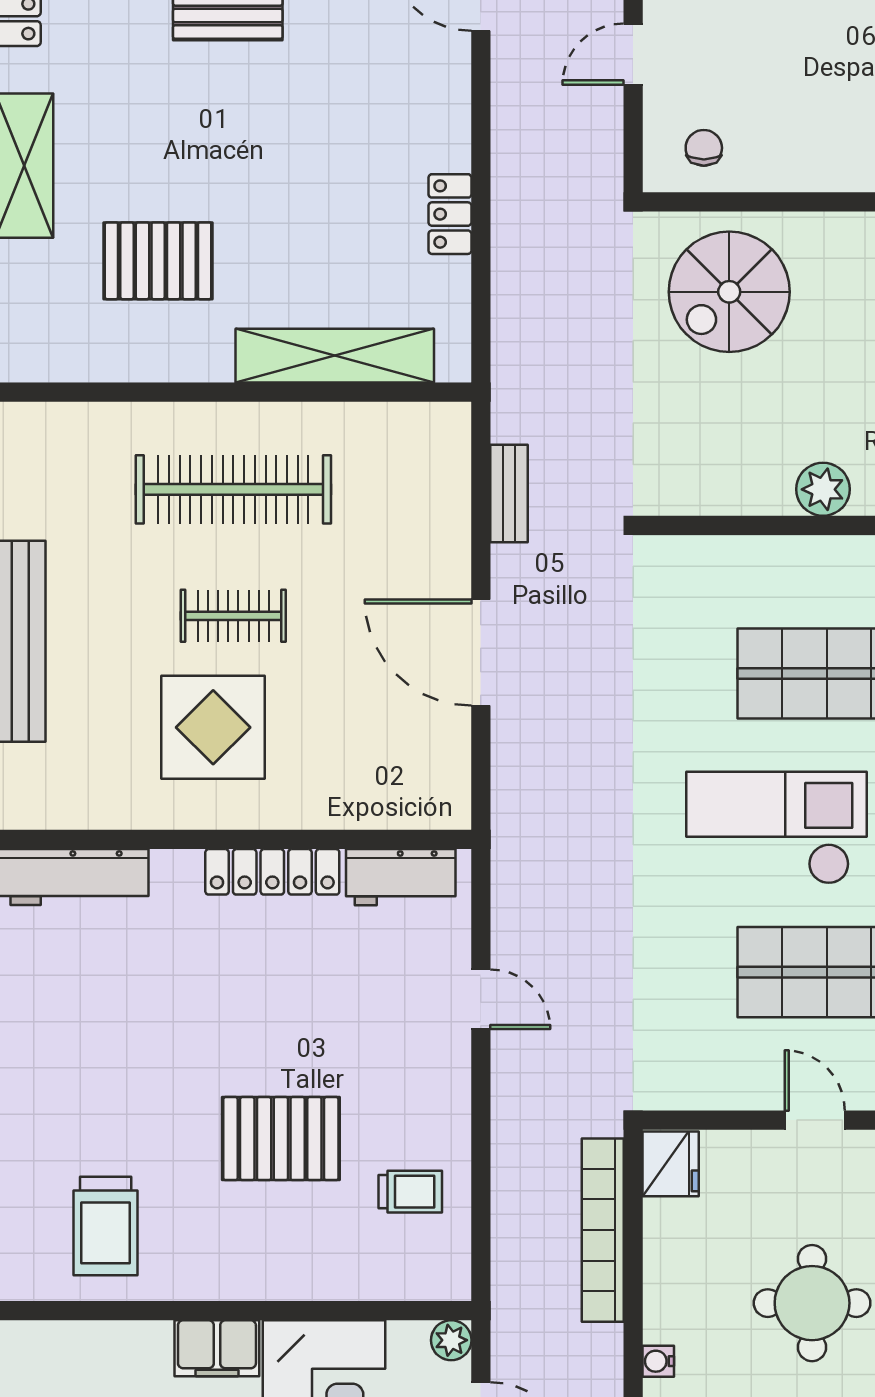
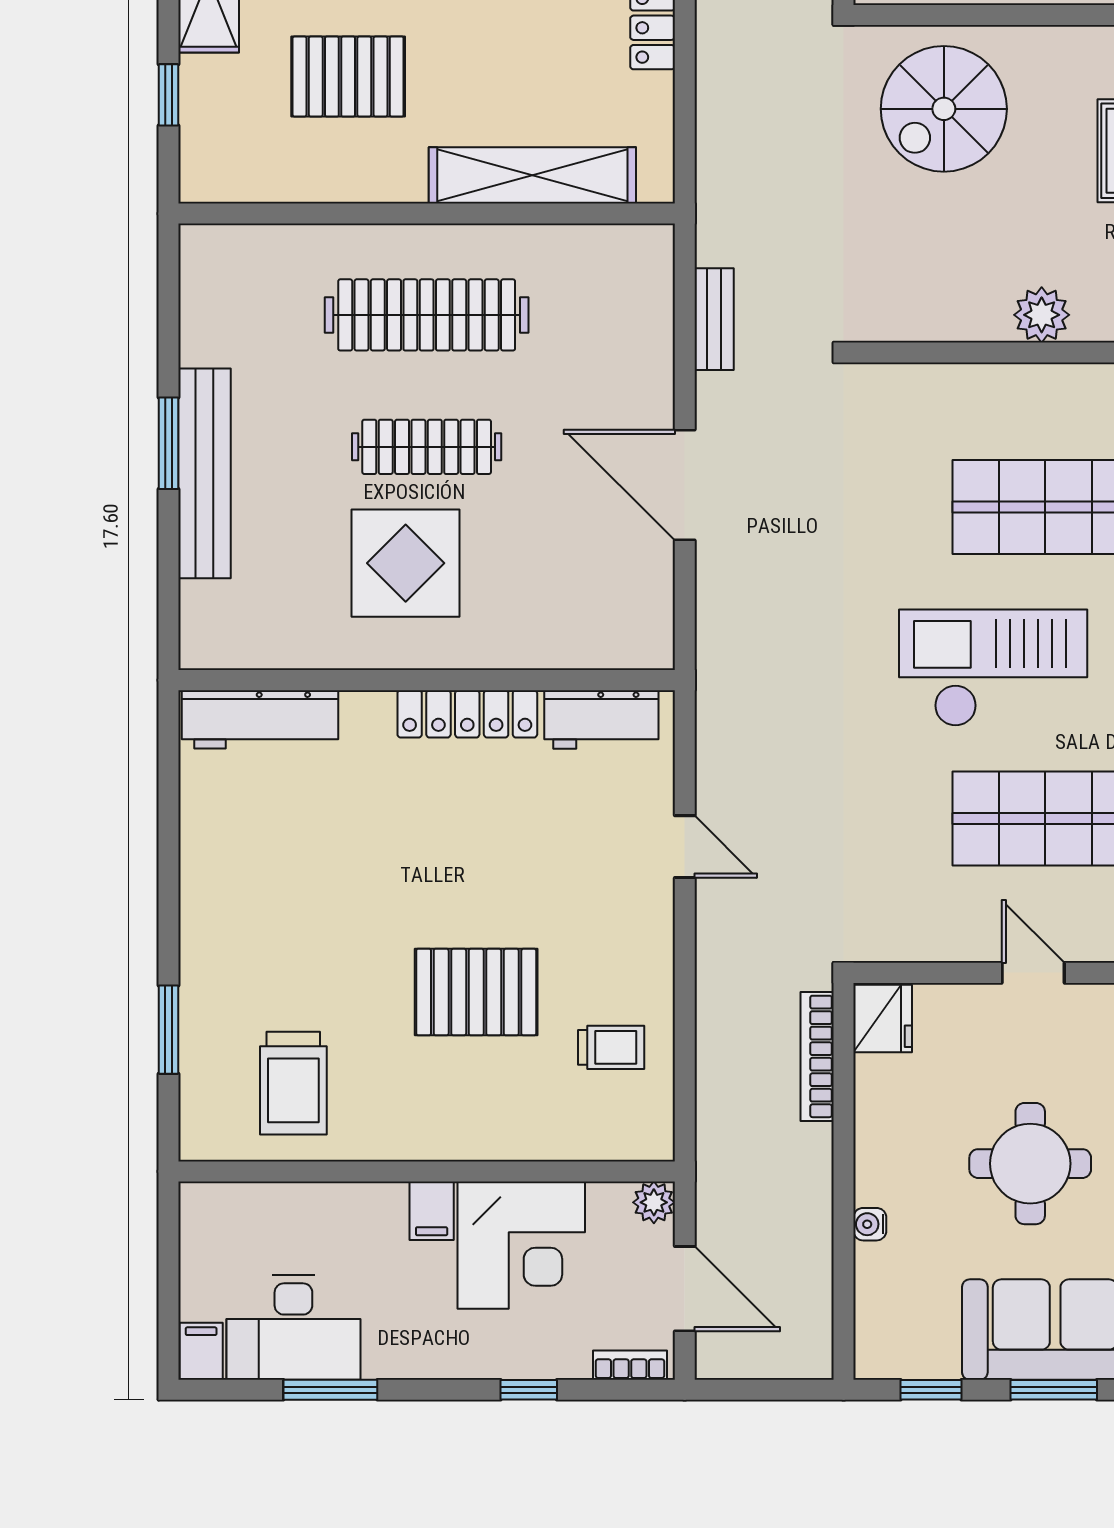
clothes rail: (233, 616) -> (427, 447), width x1.36
bookcase: (603, 1230) -> (817, 1056), width x0.68, depth x0.76
filing cabinet: (217, 1348) -> (432, 1211), width x0.50

